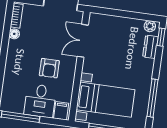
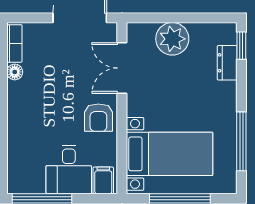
plant: (150, 26) -> (172, 39), moved, width x1.88, depth x1.88
armchair: (49, 68) -> (98, 118), moved

